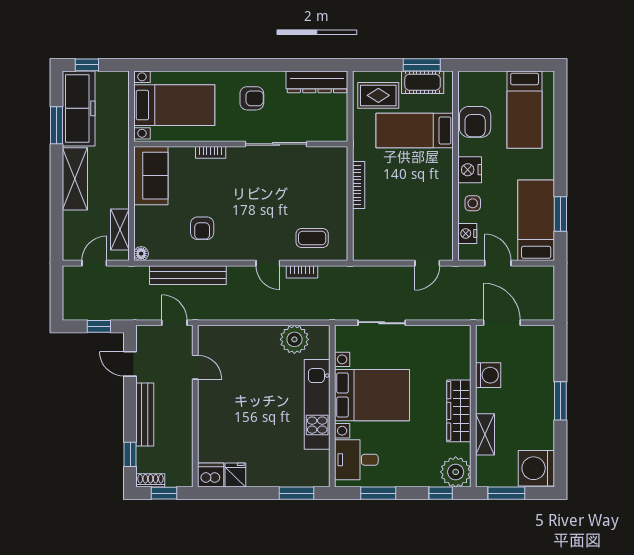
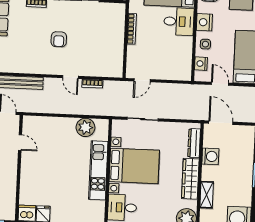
desk: (430, 170) -> (179, 21), added
armchair: (202, 228) -> (59, 39), moved
coffee table: (312, 238) -> (100, 62), removed
door: (427, 263) -> (142, 80), moved
dresser: (462, 356) -> (194, 143), added

